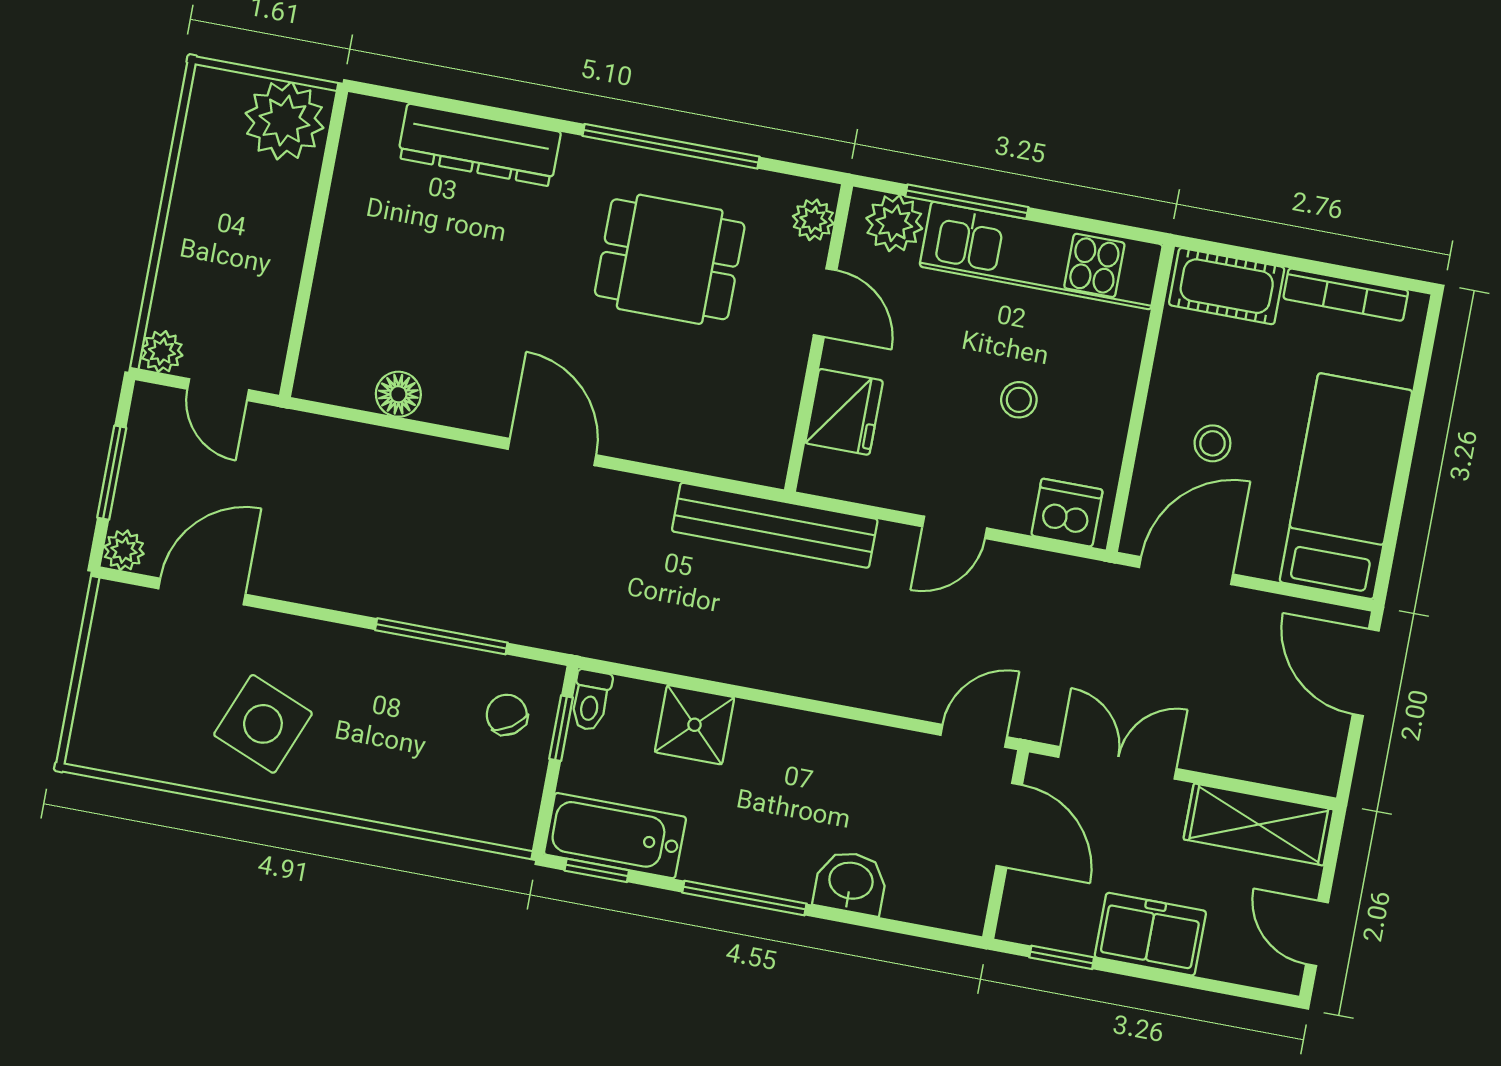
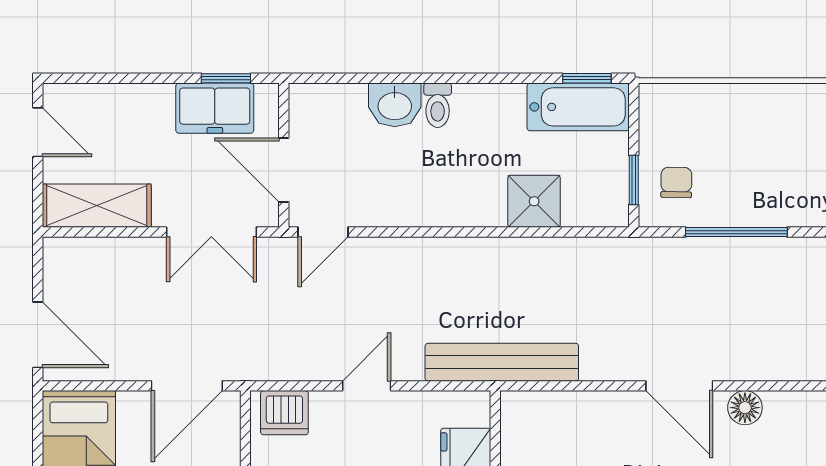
floor lamp: (398, 394) -> (745, 408), moved
toilet: (591, 700) -> (438, 105), moved, turned 180
chair: (507, 715) -> (676, 182), turned -145
window: (744, 898) -> (472, 78), removed
freezer: (1150, 934) -> (215, 108), moved

